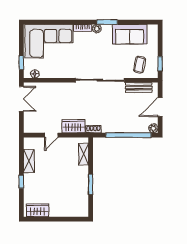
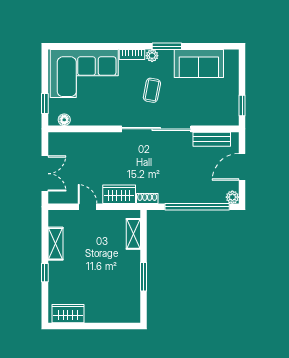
coffee table: (140, 65) -> (152, 90), moved
double door: (21, 99) -> (45, 174), moved
door: (51, 135) -> (88, 207), swing flipped

